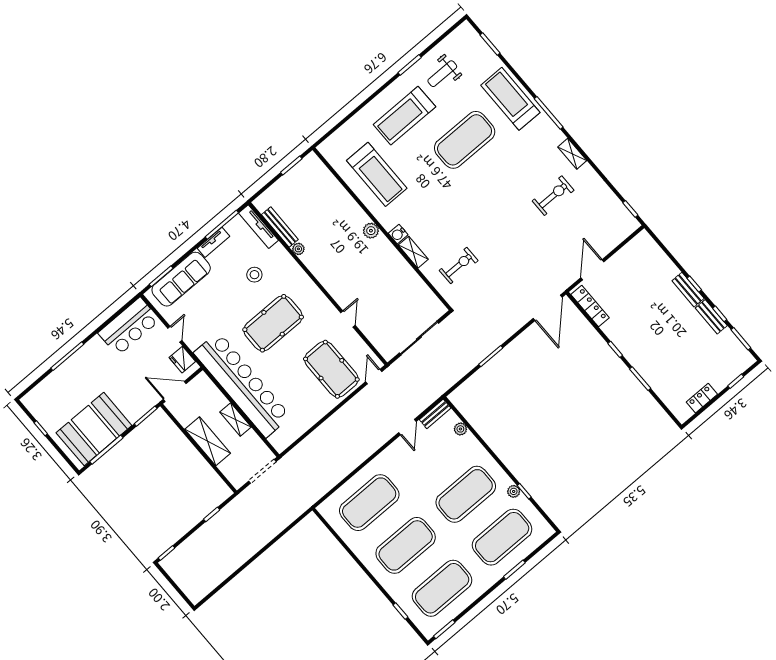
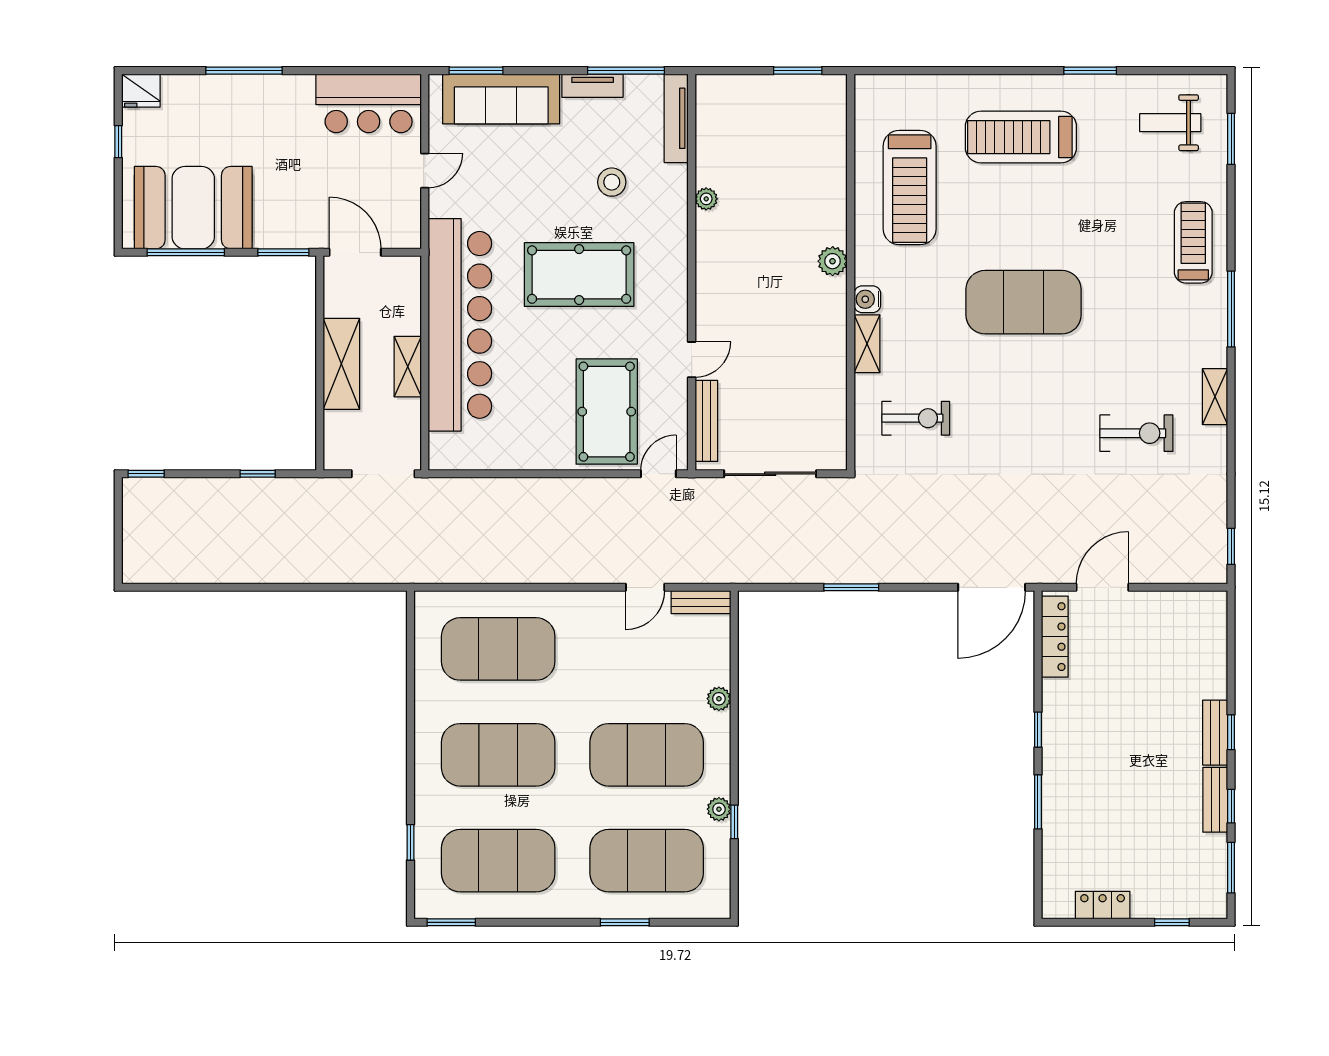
weight bench: (442, 74) -> (1170, 123), moved
treadmill: (510, 99) -> (1193, 242), width x0.73, depth x0.73
exercise mat: (465, 140) -> (1023, 302), moved
bench: (280, 227) -> (706, 421), moved
fridge: (182, 360) -> (141, 91), moved, turned -90
plant: (460, 429) -> (719, 699), moved

